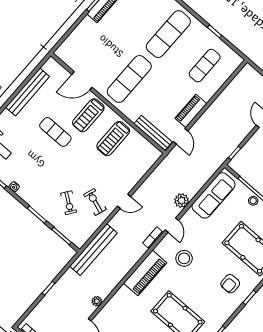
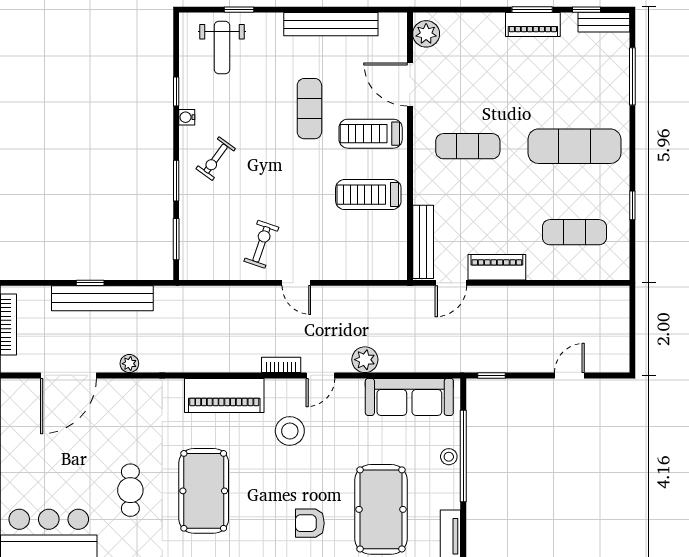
plant: (67, 55) -> (426, 34), added
exercise mat: (129, 79) -> (468, 146), width x0.73, depth x0.69
exercise bike: (69, 203) -> (216, 159), moved
bench: (93, 250) -> (102, 298), moved

